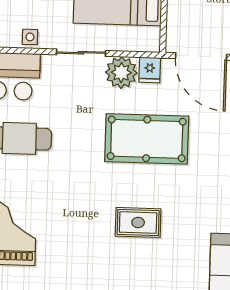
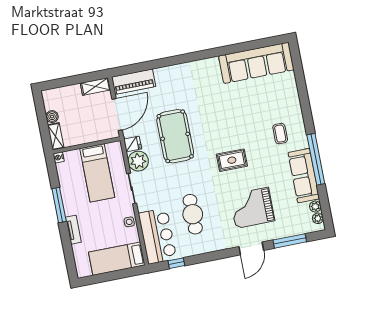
rug: (138, 222) -> (232, 160), moved, turned 90

